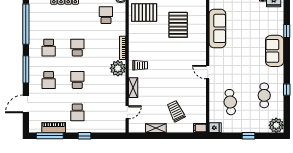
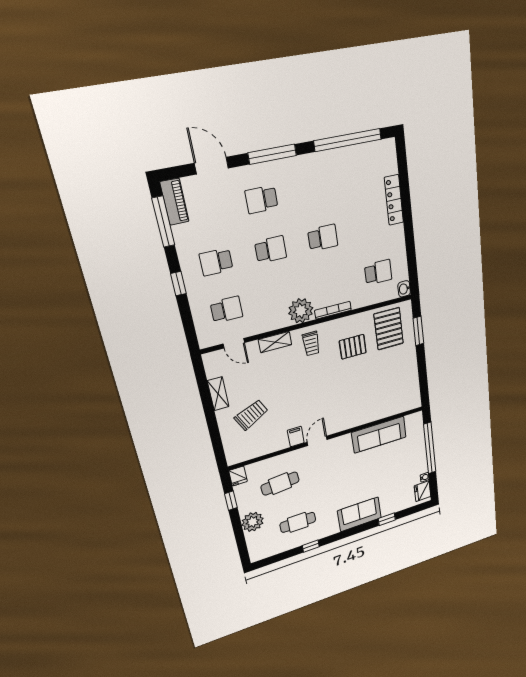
pallet: (178, 25) -> (353, 347), moved, width x0.67, depth x0.71
school desk: (49, 48) -> (227, 310), moved, turned 180
plant: (276, 125) -> (253, 522), moved
piano: (54, 128) -> (174, 202), moved
filing cabinet: (200, 128) -> (296, 437), moved
window: (248, 136) -> (231, 501), moved

